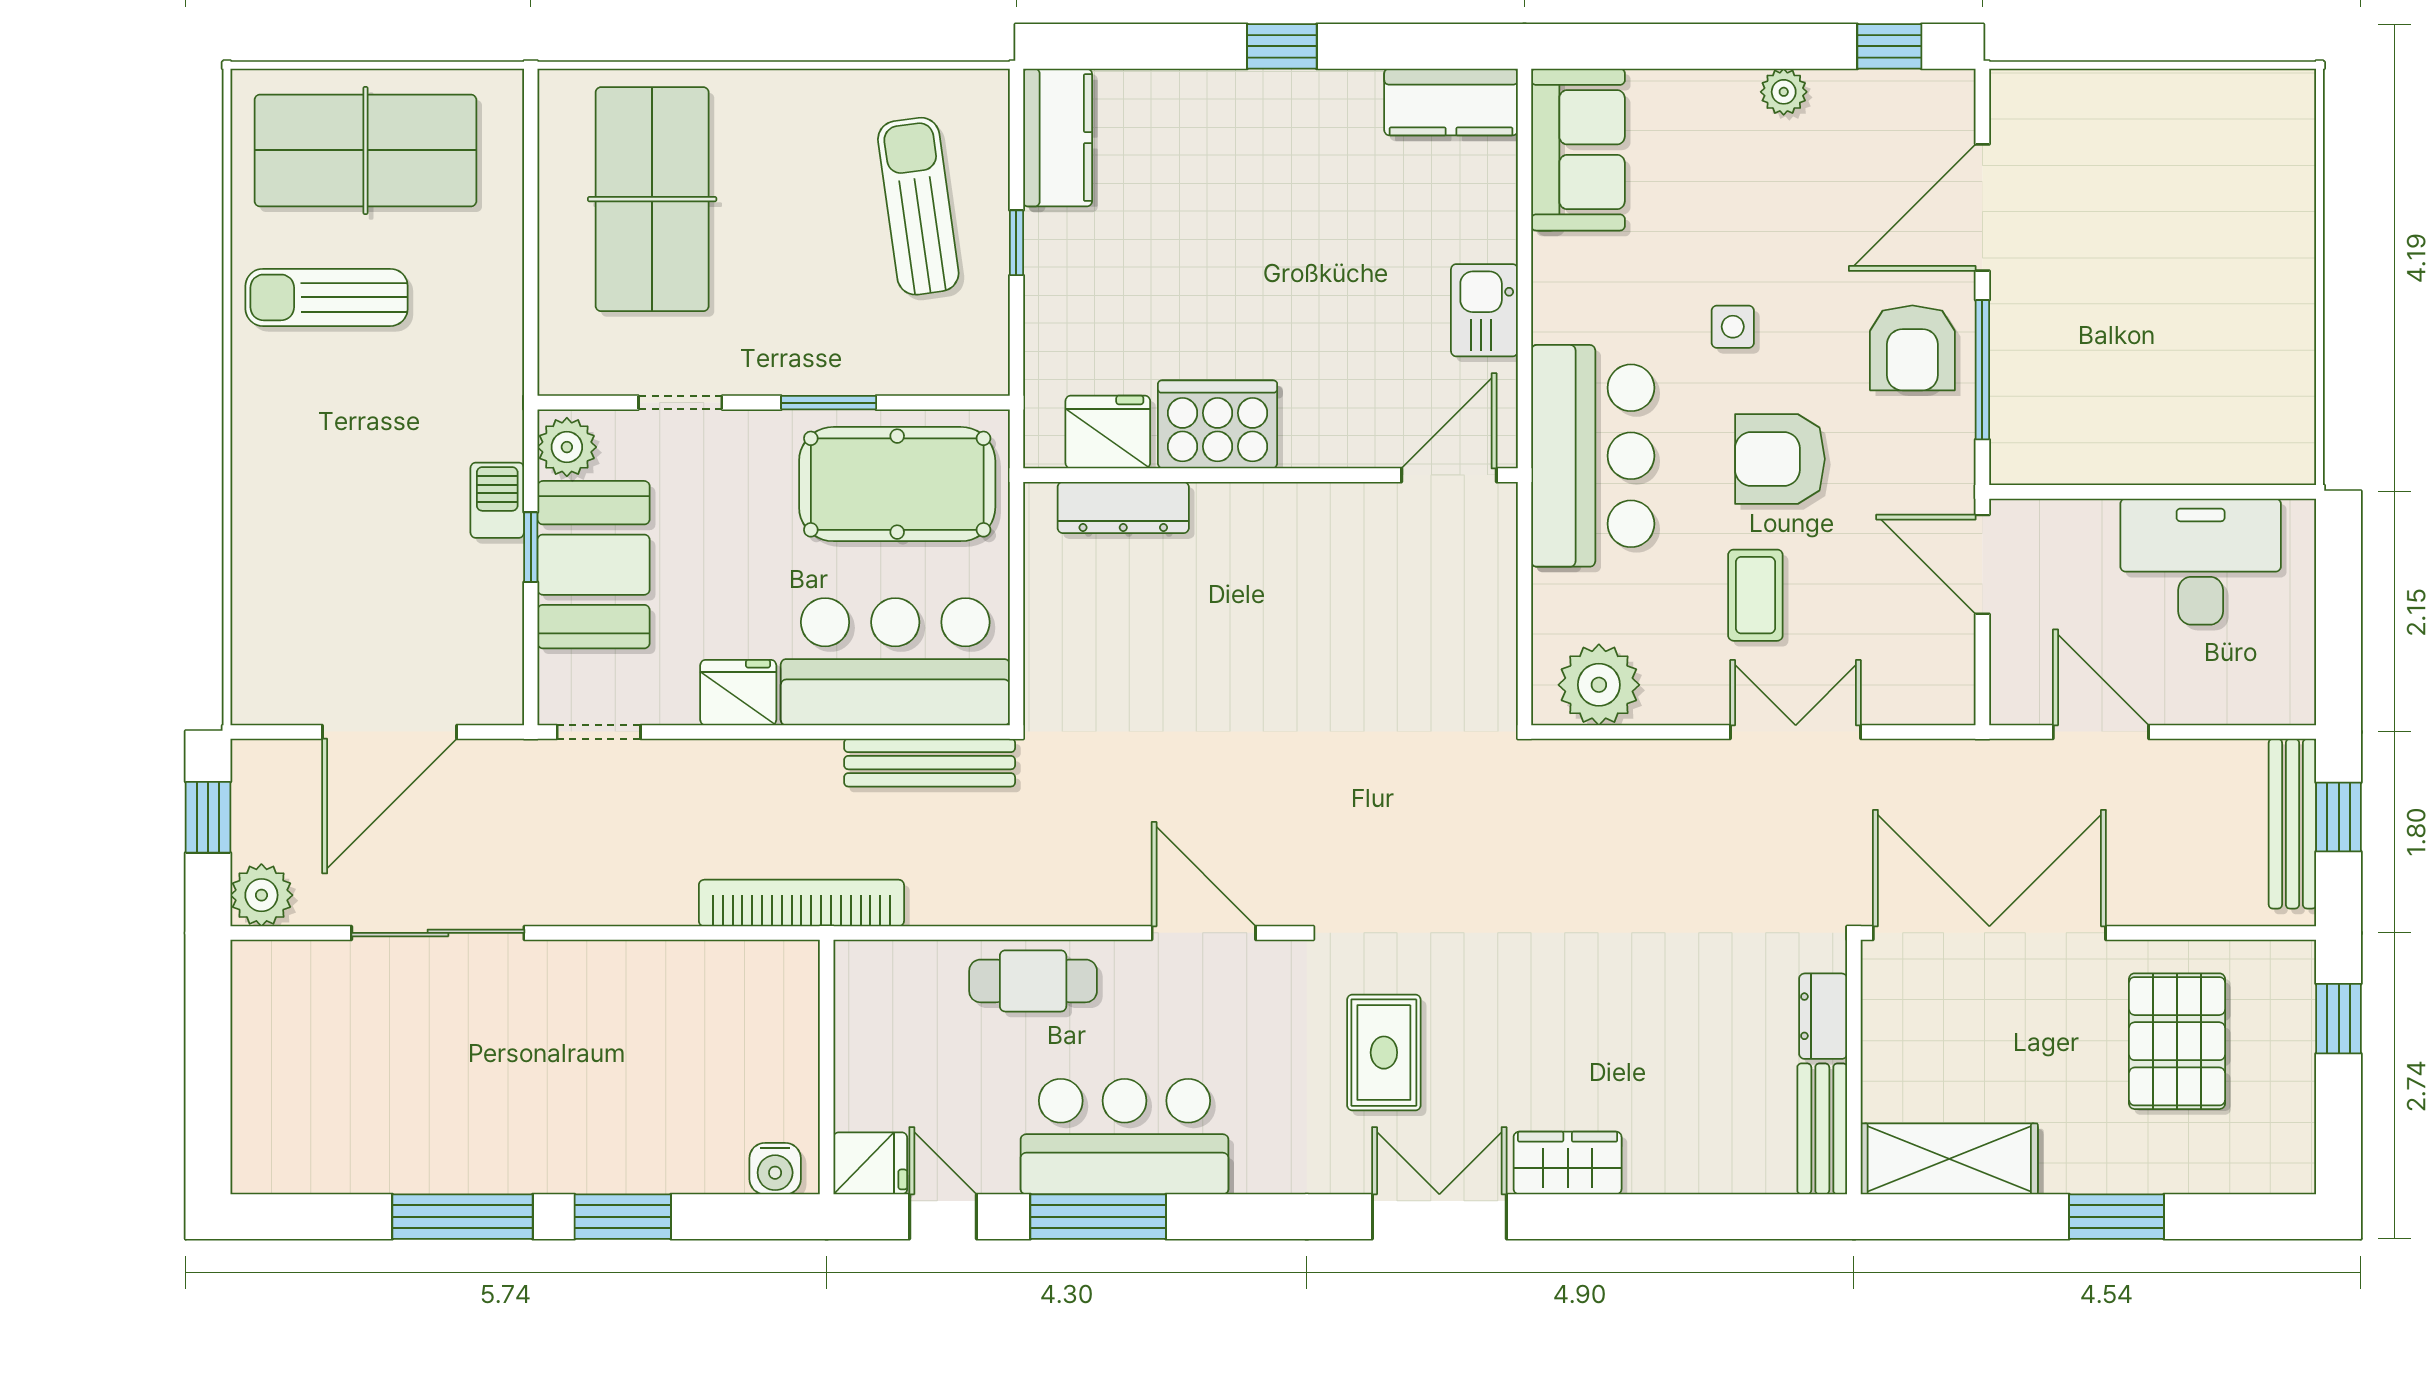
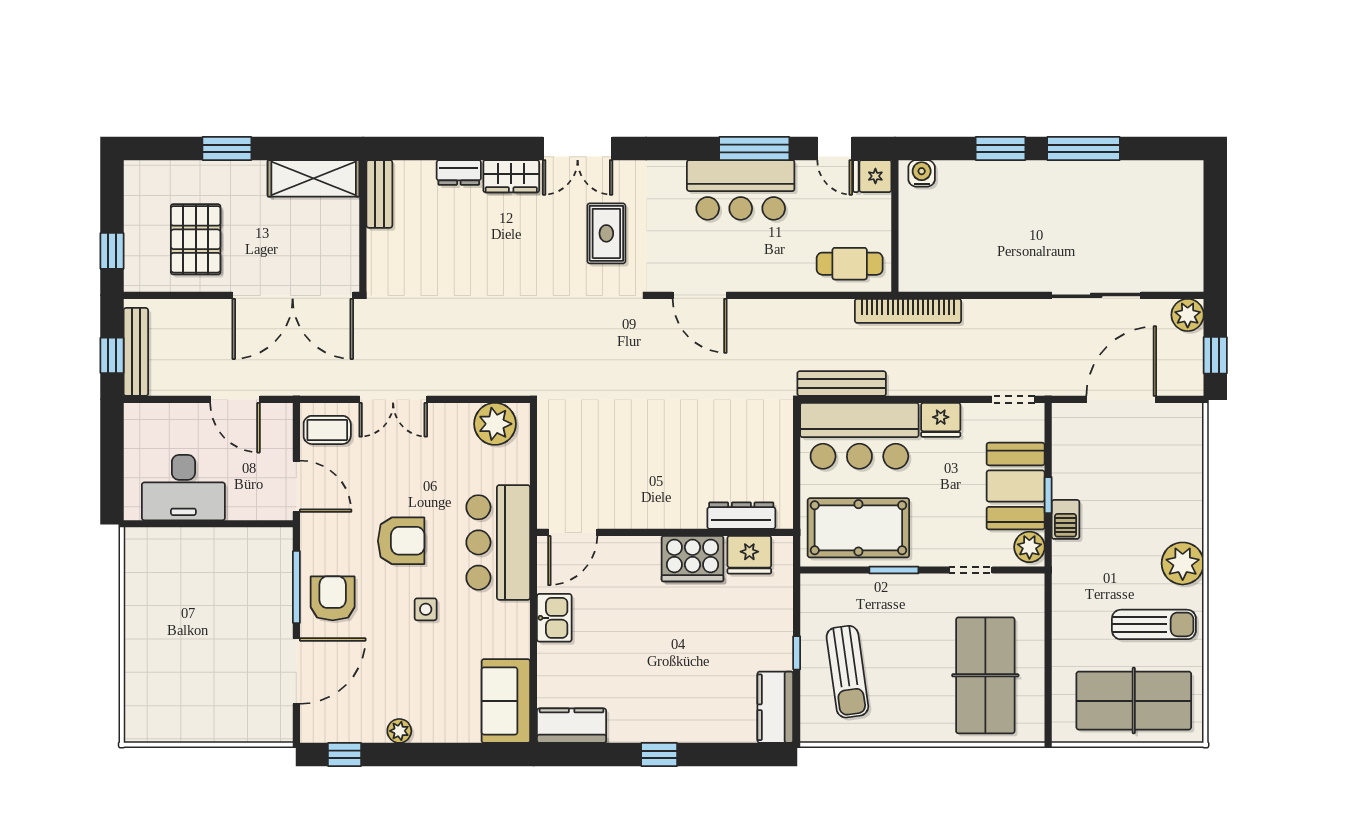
plant: (271, 415) -> (1183, 563), added
coffee table: (1755, 595) -> (327, 430), moved, turned 90
cafe table: (1033, 981) -> (850, 264), moved
dresser: (1823, 1016) -> (459, 172), moved, turned 90

